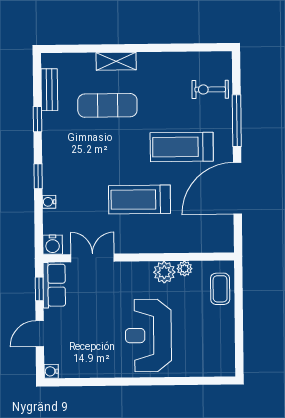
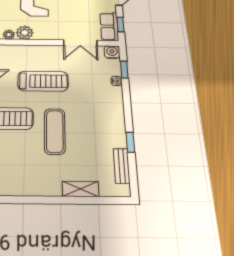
shelving: (116, 61) -> (81, 189), moved
exercise mat: (107, 105) -> (55, 131), moved, turned 90
window: (38, 176) -> (124, 70), moved

